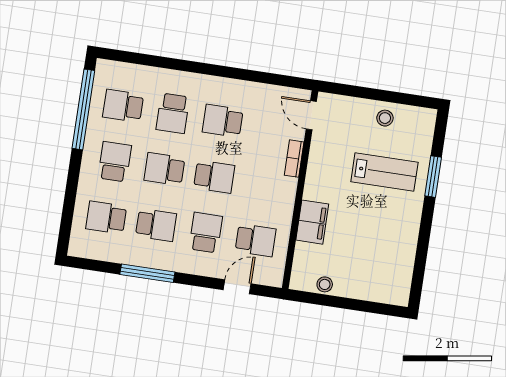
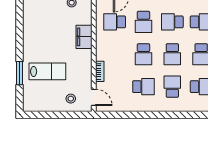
stool: (385, 118) -> (71, 99), moved
school desk: (164, 169) -> (172, 54), turned 90
lab bench: (384, 172) -> (47, 71), turned 180
school desk: (214, 177) -> (143, 54), turned -90

